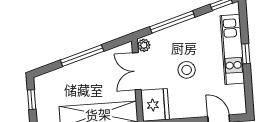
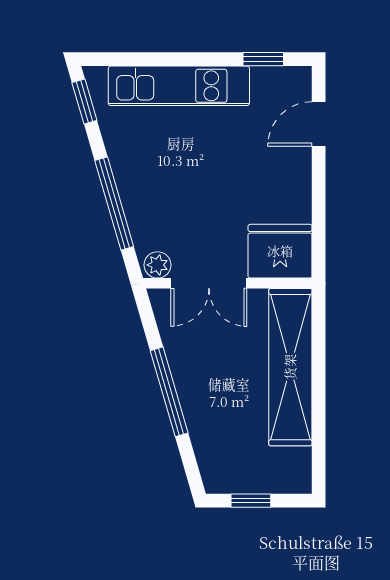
window: (246, 54) -> (263, 59), moved
stool: (187, 70) -> (214, 182), removed

